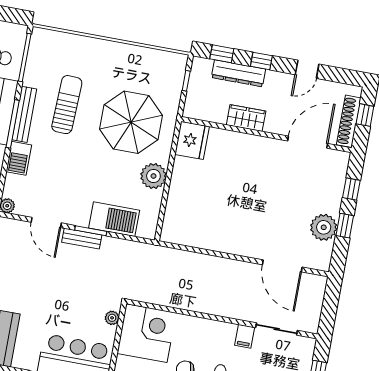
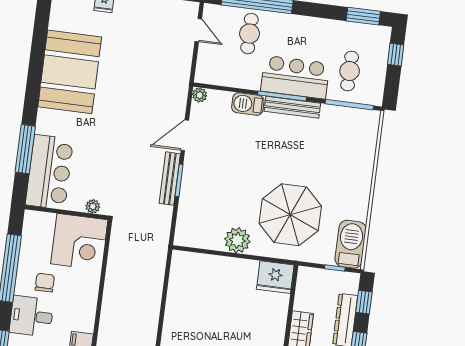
sun lounger: (67, 105) -> (304, 149), removed
barbecue: (114, 219) -> (351, 244), moved, turned 180
bench: (82, 239) -> (170, 179), width x1.36

